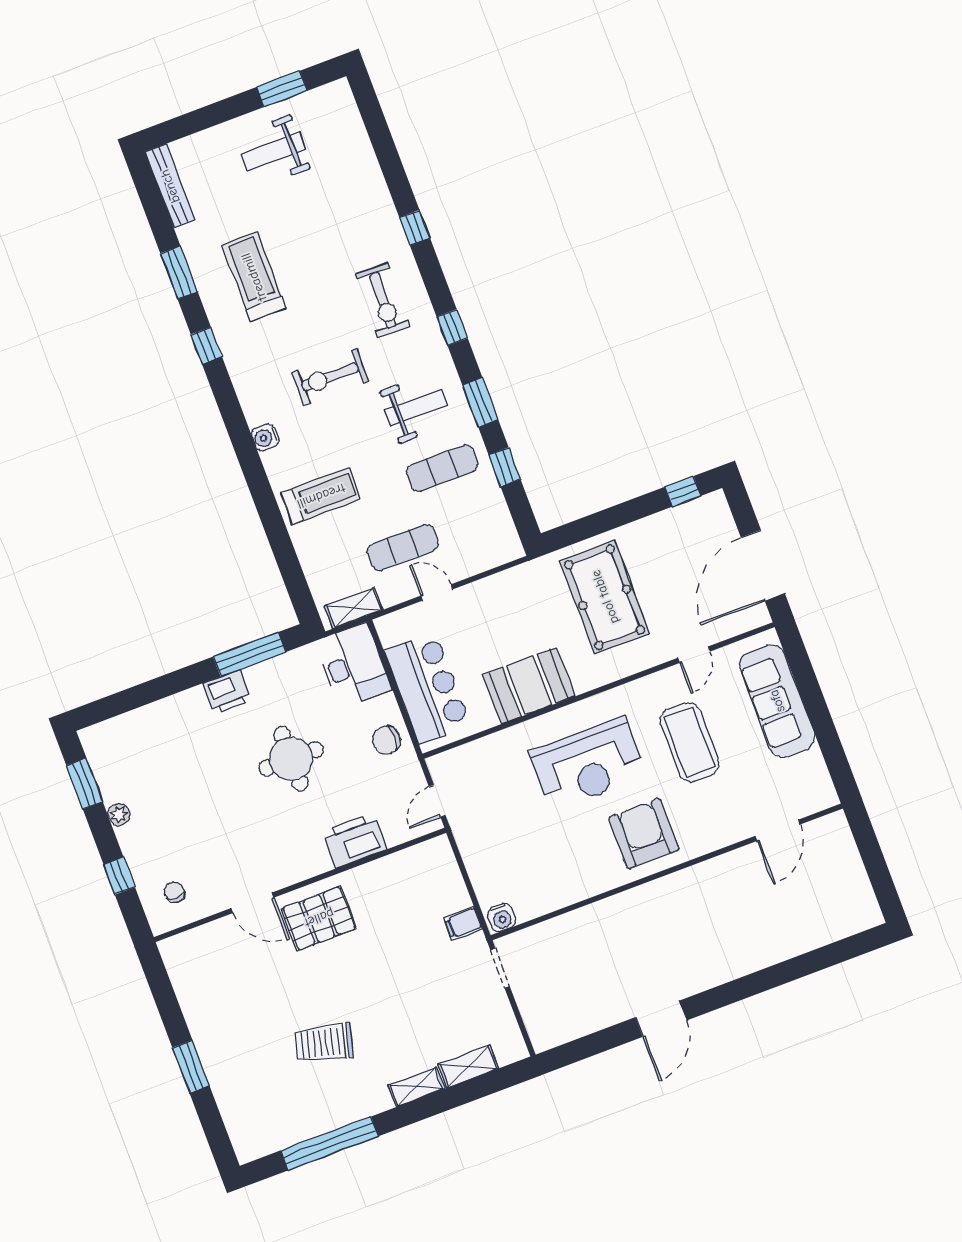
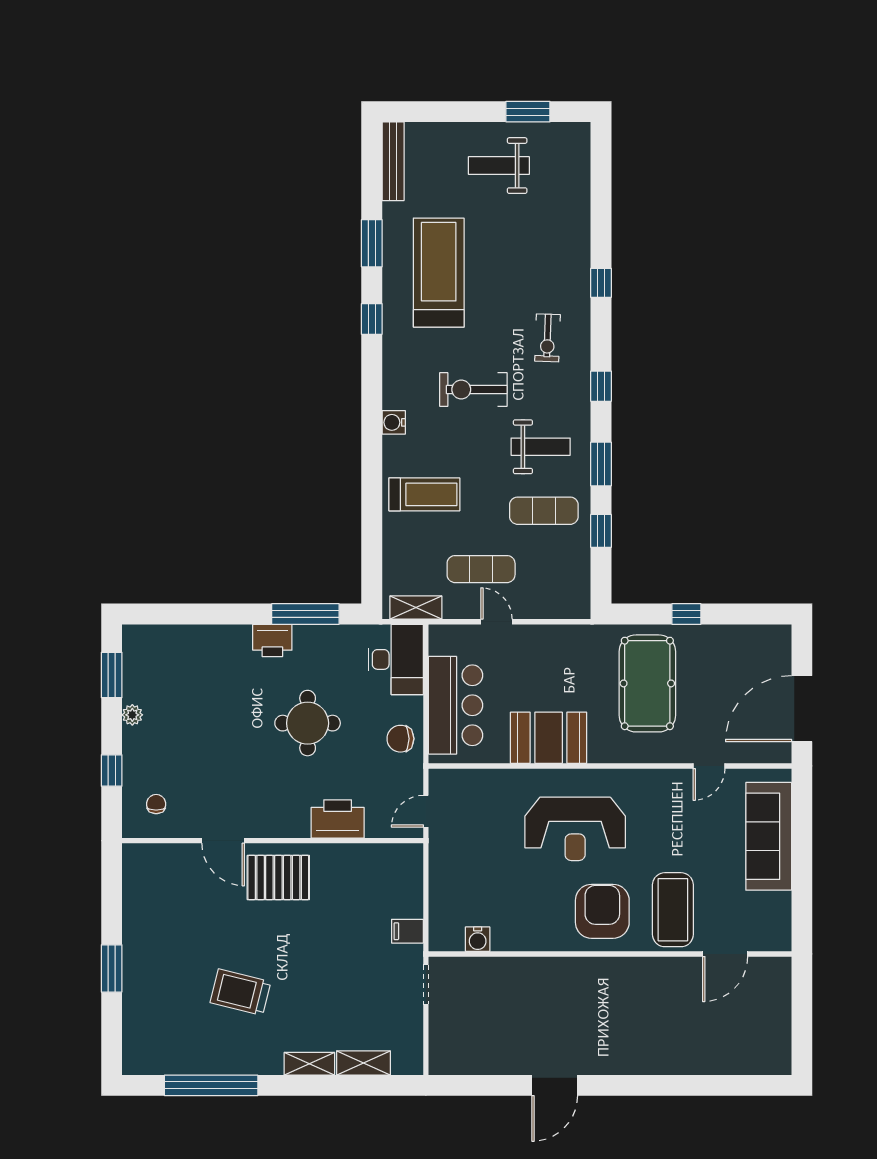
treadmill: (254, 277) -> (439, 273), width x1.37, depth x1.38
exercise bike: (383, 300) -> (548, 338), width x0.73, depth x0.72
window: (683, 491) -> (686, 614), moved
coffee table: (690, 742) -> (673, 910), moved
water cooler: (502, 918) -> (478, 939), moved

